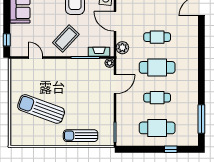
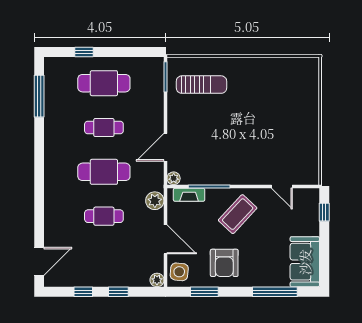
sun lounger: (41, 109) -> (274, 111), removed
sun lounger: (81, 136) -> (201, 85), moved

